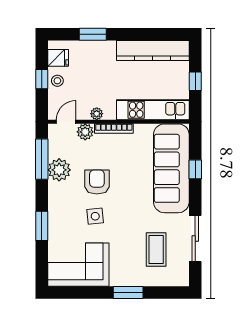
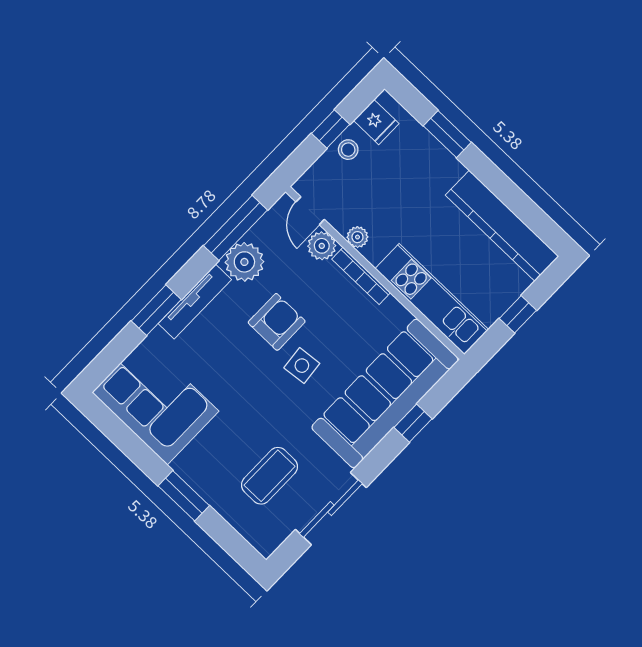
door: (66, 122) -> (310, 211), swing flipped
tv unit: (54, 207) -> (195, 302), added
side table: (95, 216) -> (302, 366), moved

